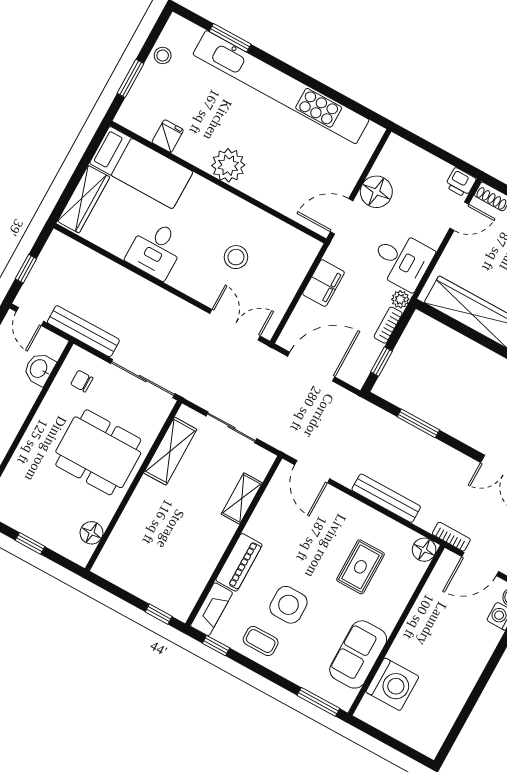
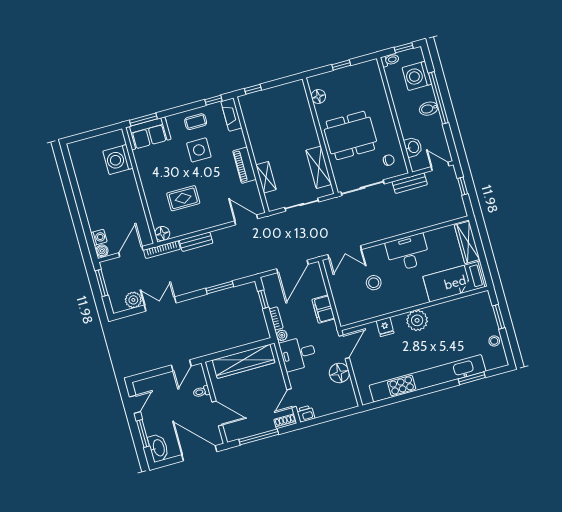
fridge: (168, 136) -> (385, 327), moved
desk: (156, 250) -> (408, 253), width x1.37
bench: (83, 331) -> (410, 183), width x0.73
bench: (386, 498) -> (196, 242), width x0.73
bookcase: (451, 537) -> (162, 250), width x1.56
piano: (239, 562) -> (244, 165), moved
rug: (360, 567) -> (183, 198), turned 90
sofa: (358, 654) -> (148, 133), moved, turned 90

